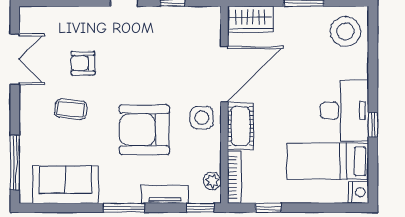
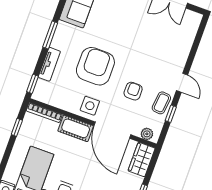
armchair: (83, 63) -> (133, 91), moved
coffee table: (71, 109) -> (161, 103), moved
plant: (212, 181) -> (147, 134), moved

